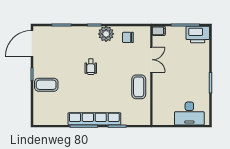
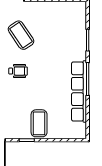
coffee table: (139, 87) -> (21, 35), moved, turned 56
row of seats: (94, 119) -> (79, 91), moved

